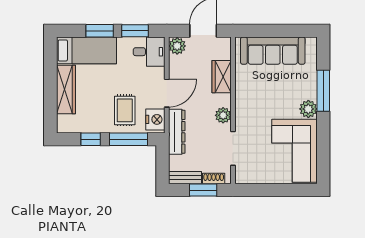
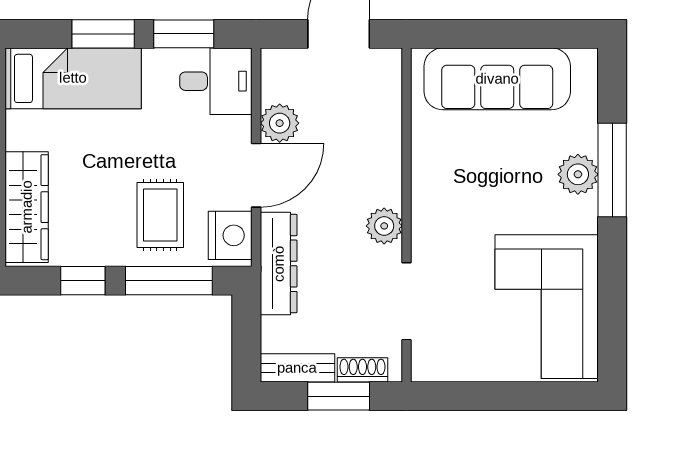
plant: (177, 46) -> (280, 123), moved
wardrobe: (222, 77) -> (381, 138), removed
wardrobe: (66, 90) -> (27, 207), moved
plant: (308, 109) -> (578, 174), moved

